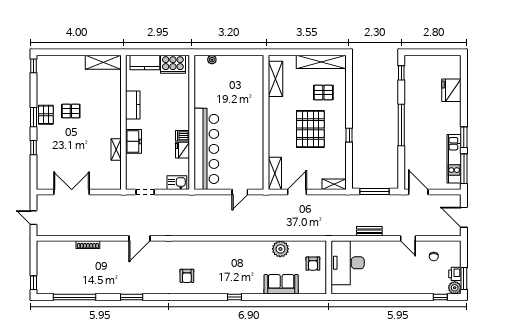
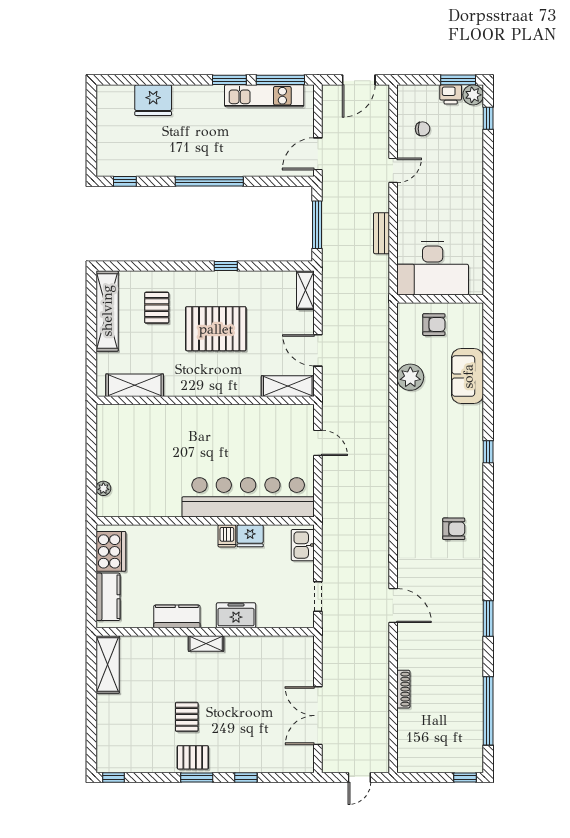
shelving: (116, 150) -> (206, 643), moved

